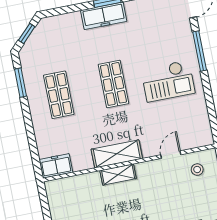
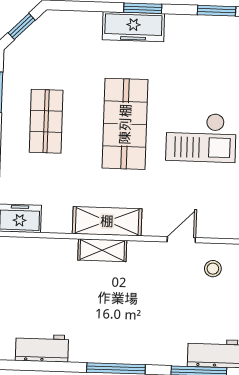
shop shelf: (113, 84) -> (125, 124), width x1.43, depth x1.36

